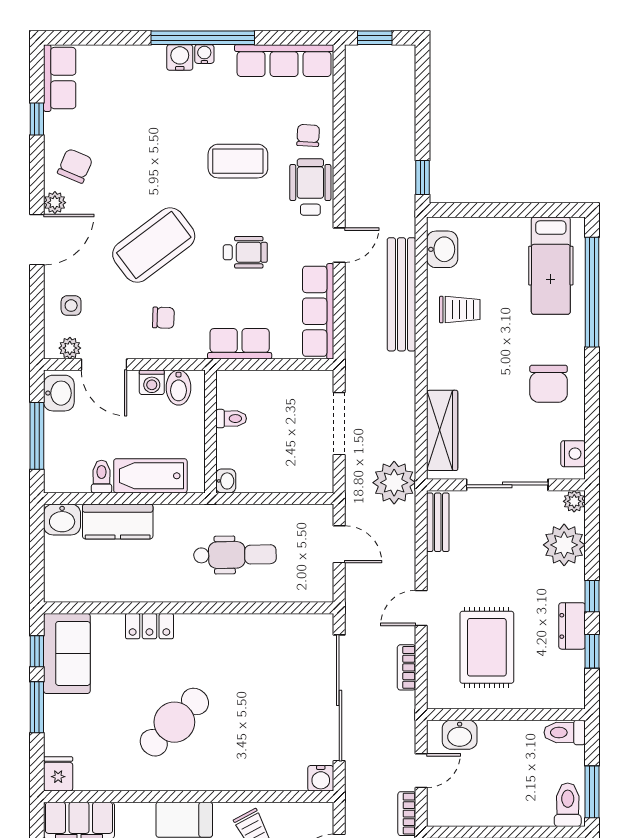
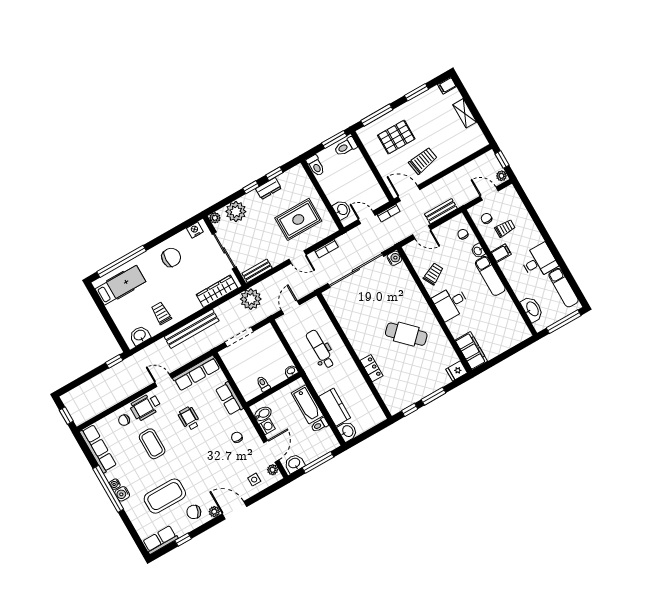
coffee table: (154, 245) -> (165, 496), moved, turned -53
bench: (401, 294) -> (192, 329), moved
sofa: (67, 653) -> (403, 397), removed

